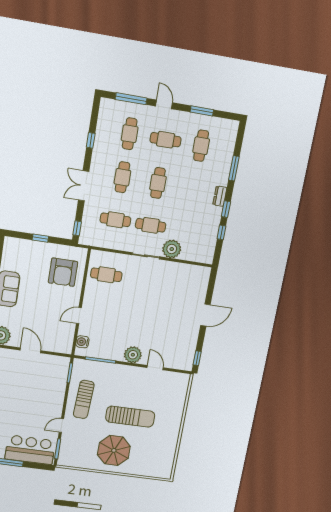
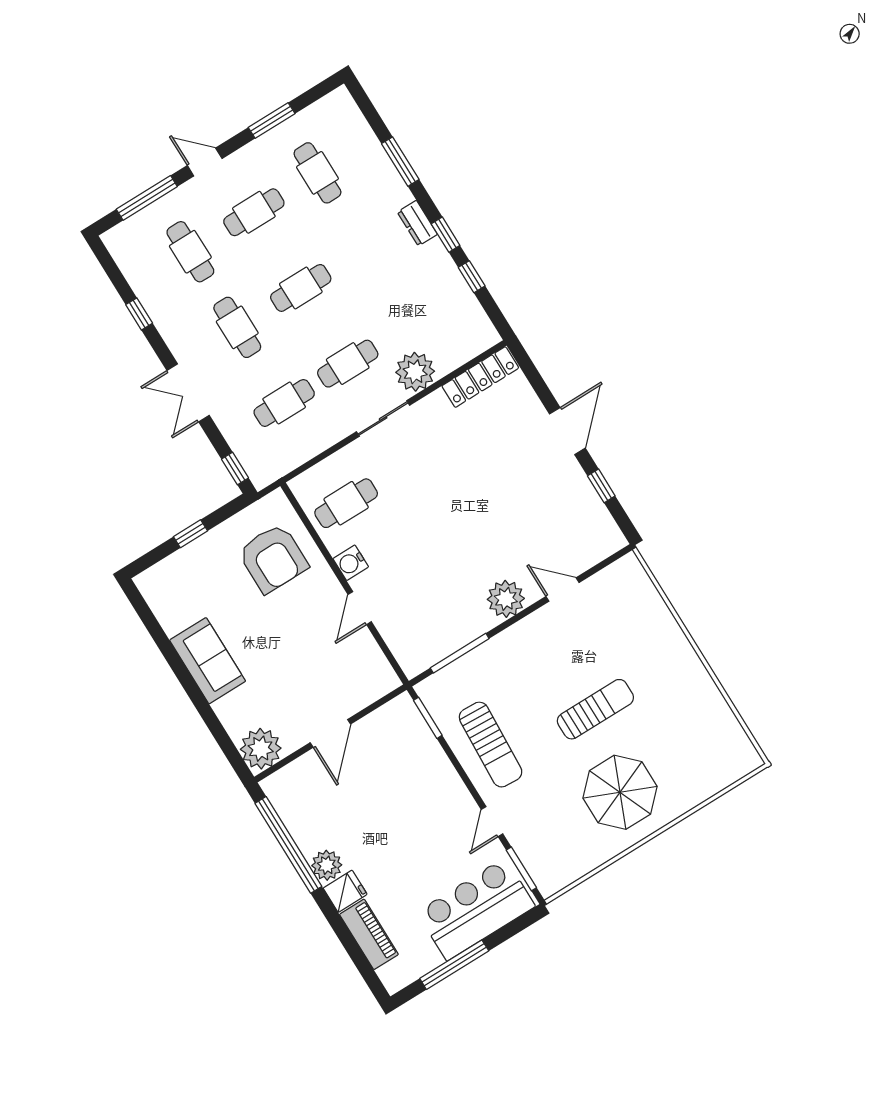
cafe table: (158, 183) -> (301, 288), turned 90
locker: (193, 271) -> (480, 377), added
water cooler: (82, 342) -> (351, 563), moved
door: (31, 350) -> (330, 733), swing flipped
window: (197, 358) -> (601, 486), moved
sun lounger: (130, 417) -> (595, 709), width x0.73, depth x0.75

